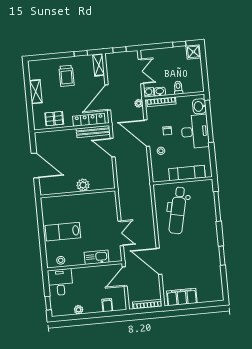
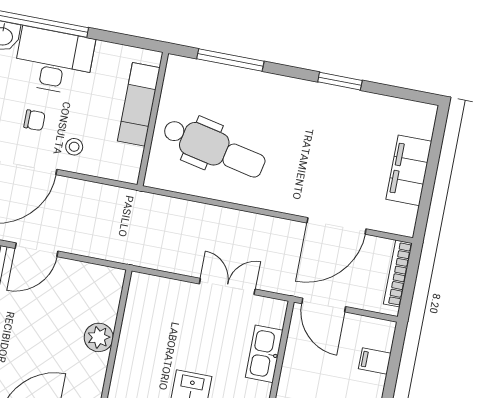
door: (159, 261) -> (336, 226), moved
filing cabinet: (182, 297) -> (409, 170), moved

